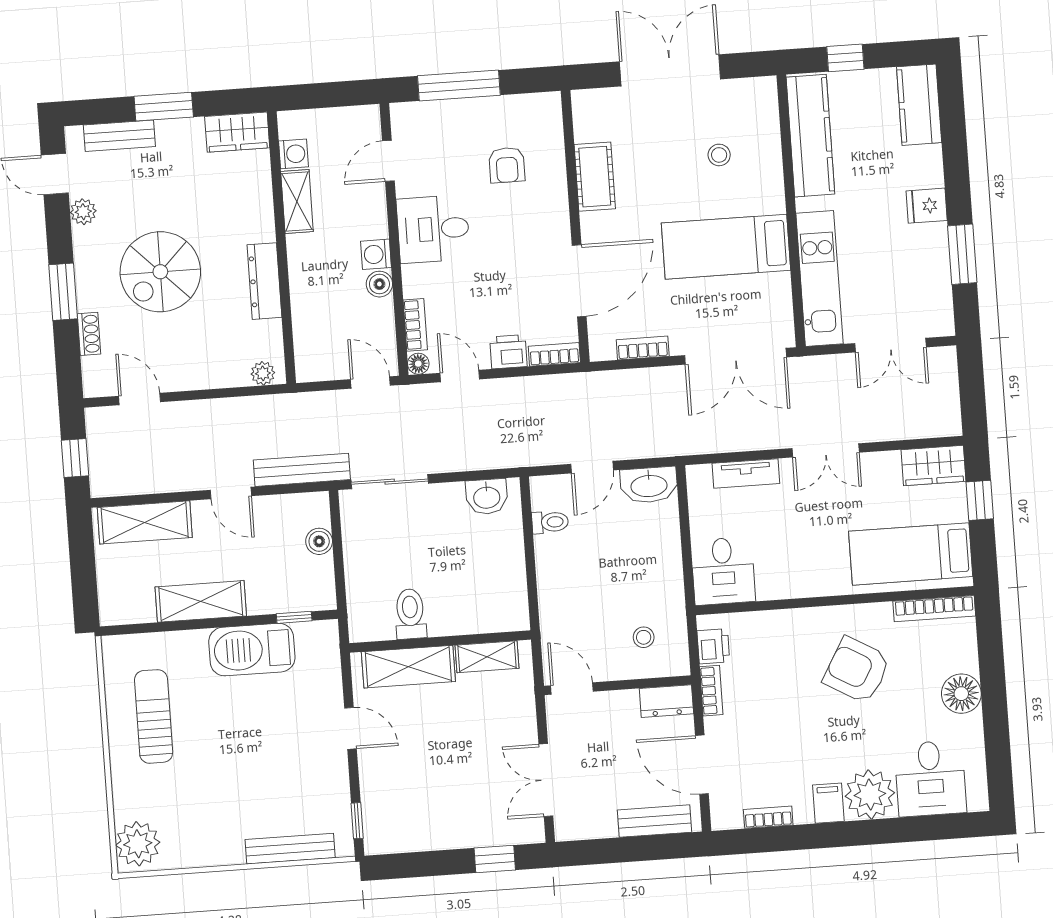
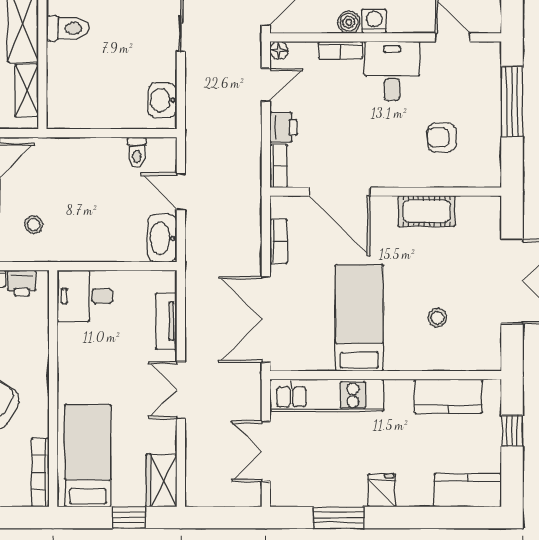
kitchen counter: (810, 136) -> (448, 396), width x0.67
bookcase: (415, 325) -> (340, 50), moved

